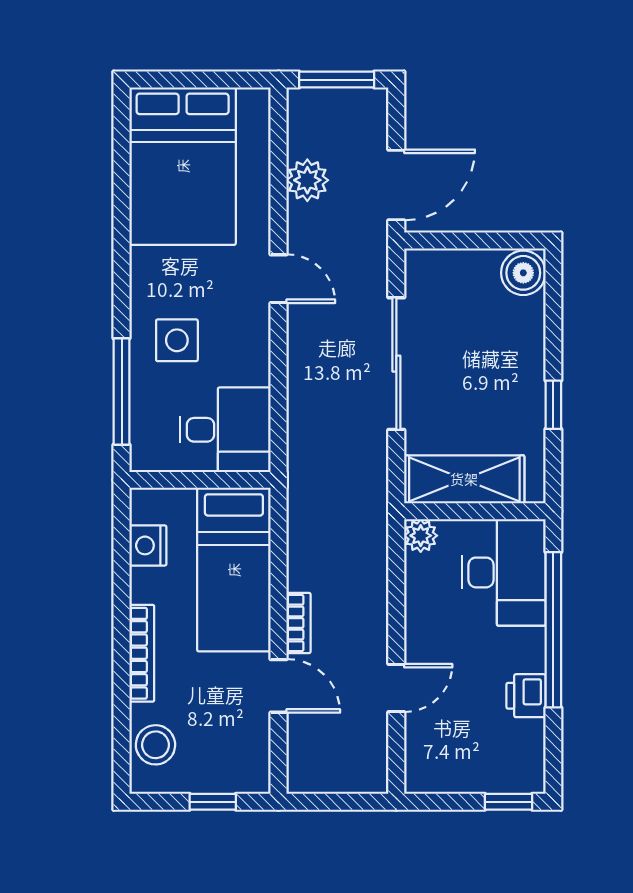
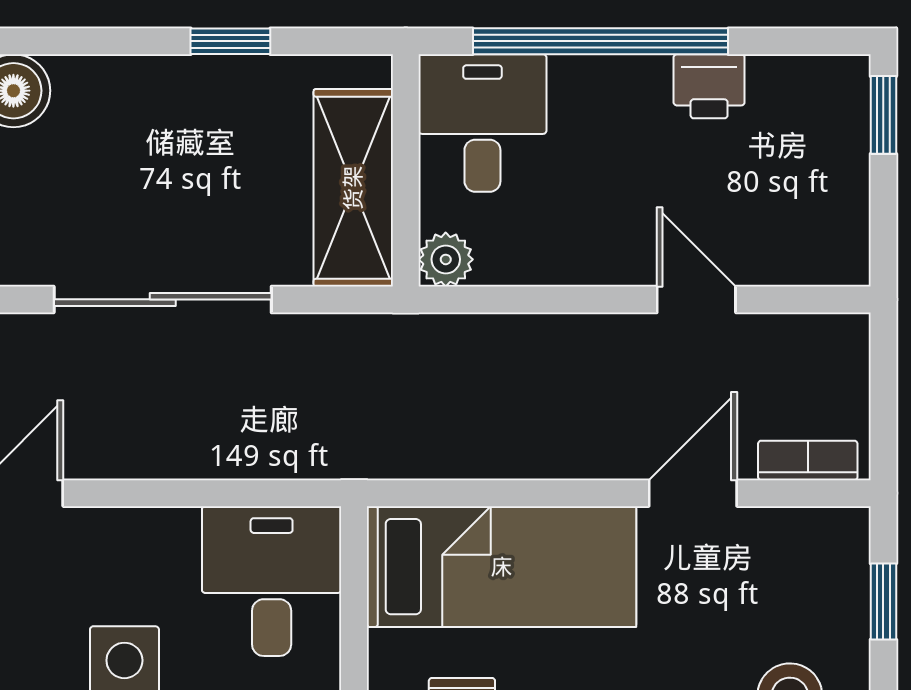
desk: (504, 572) -> (482, 123), width x0.73
bookcase: (299, 623) -> (808, 460), moved

